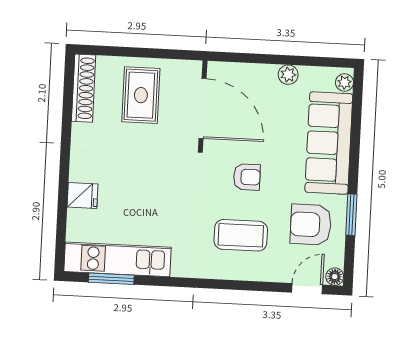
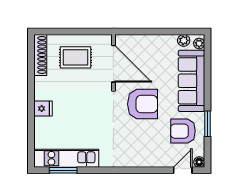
plant: (288, 75) -> (184, 40), moved
rug: (141, 95) -> (75, 57), turned 90
armchair: (247, 177) -> (143, 104), width x1.88, depth x1.88
fridge: (83, 196) -> (43, 109), moved
coffee table: (241, 235) -> (141, 140), removed

